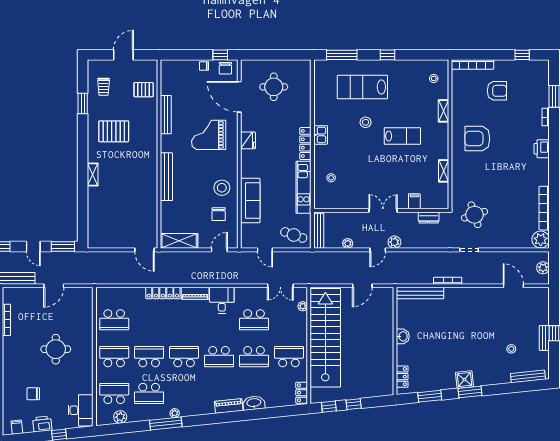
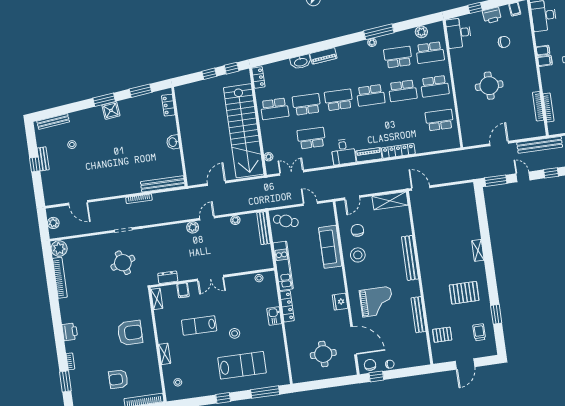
filing cabinet: (414, 201) -> (183, 290), moved
wall: (381, 210) -> (212, 278), moved
double door: (383, 210) -> (211, 278), moved
dresser: (429, 217) -> (168, 277), moved

